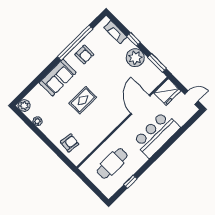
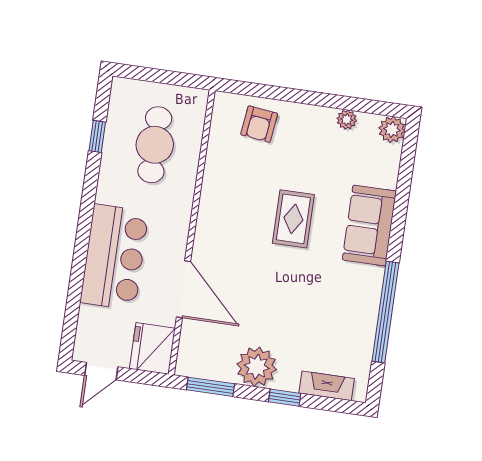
armchair: (84, 54) -> (353, 303), removed

